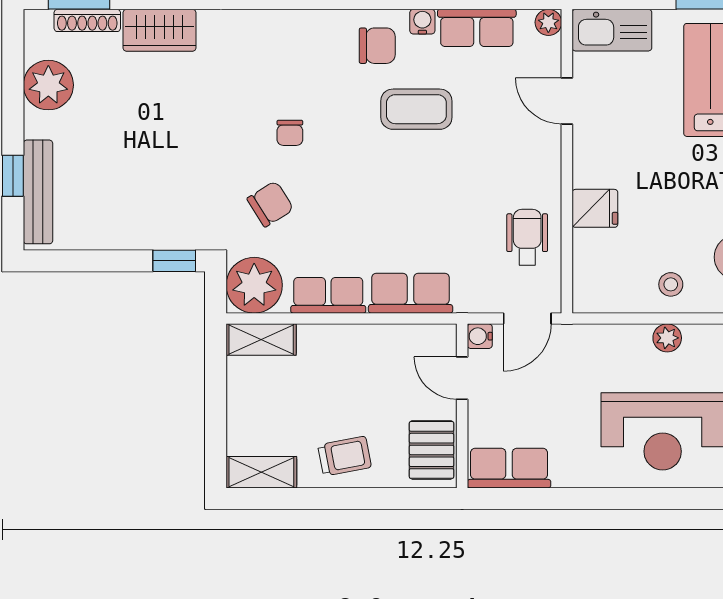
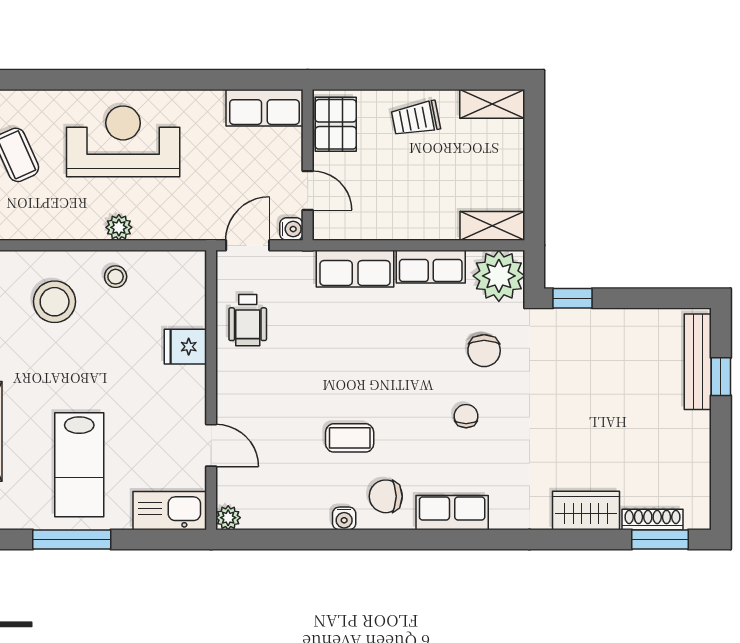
row of seats: (477, 28) -> (452, 513), moved
plant: (48, 85) -> (688, 460), removed
coffee table: (416, 109) -> (350, 438), width x0.73, depth x0.77
chair: (270, 204) -> (484, 351), turned -58

